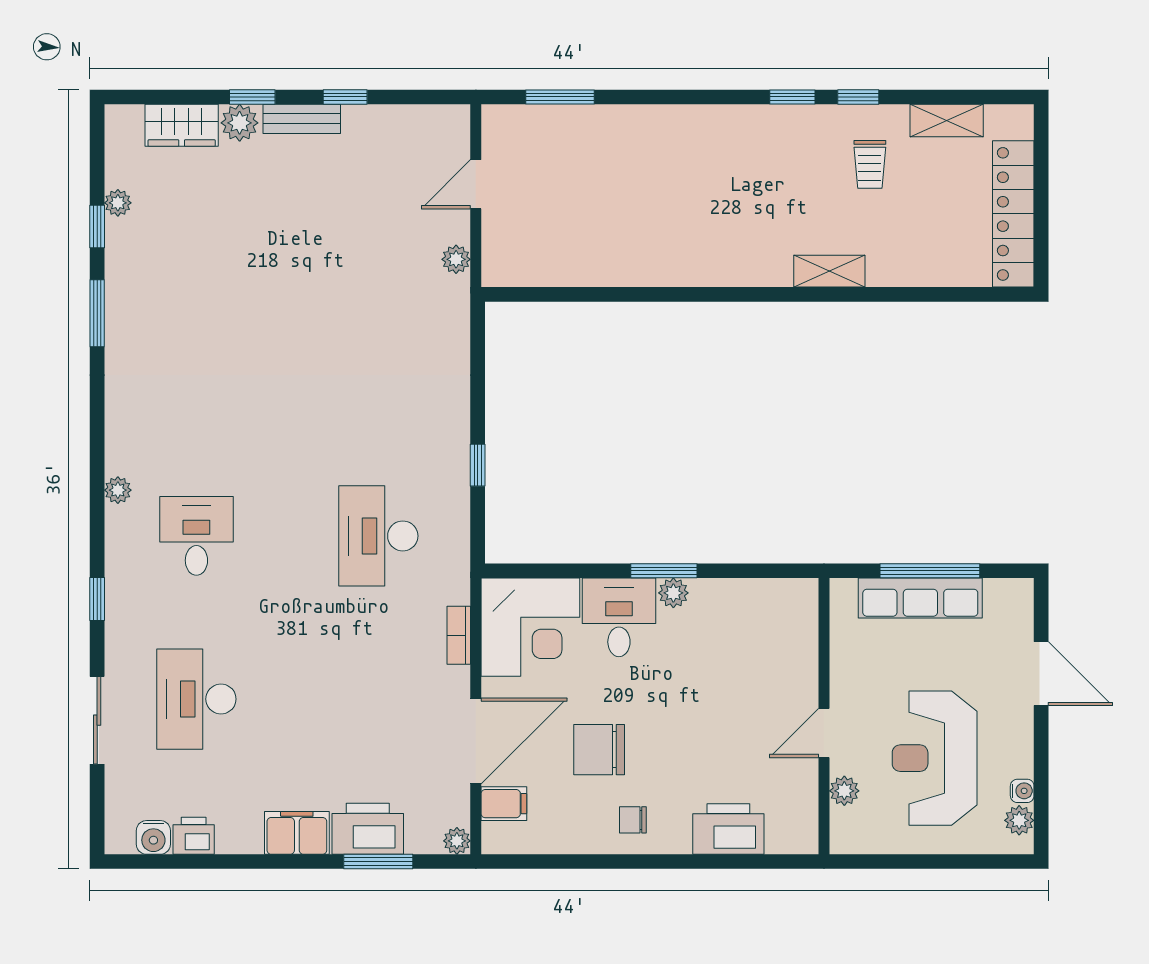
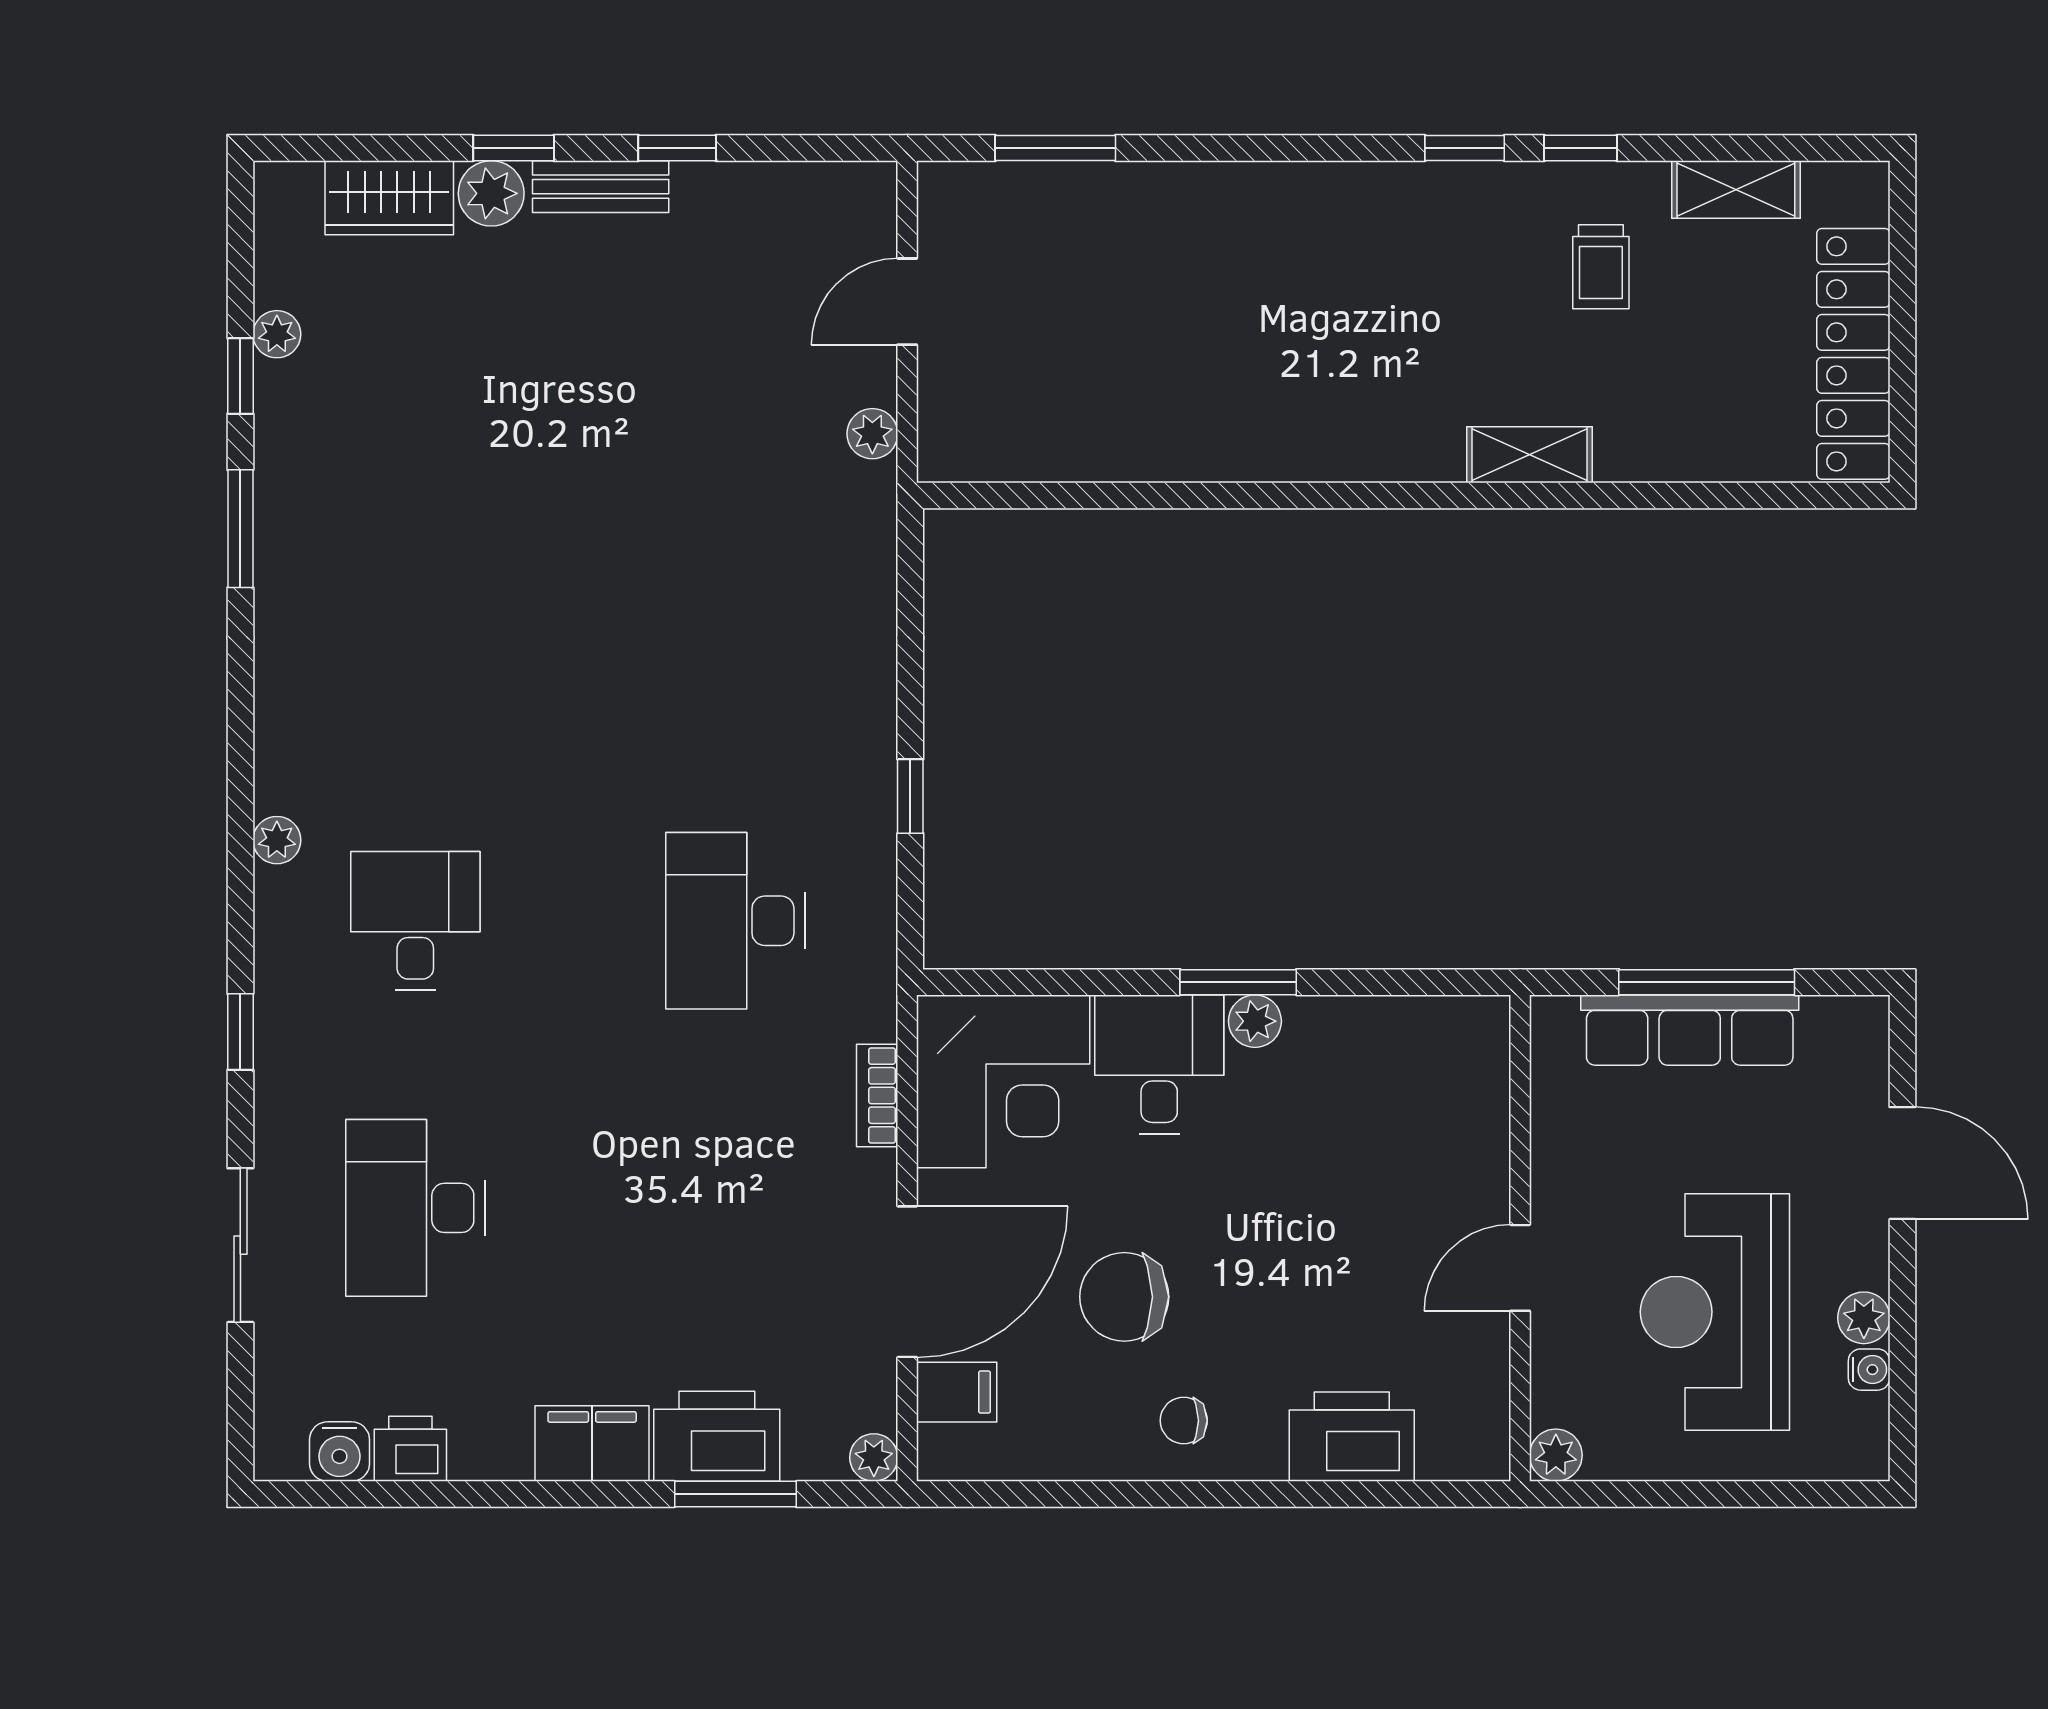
plant: (844, 791) -> (1556, 1455), moved
plant: (1019, 820) -> (1864, 1318), moved

